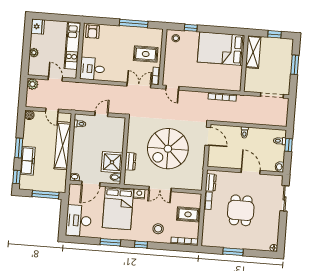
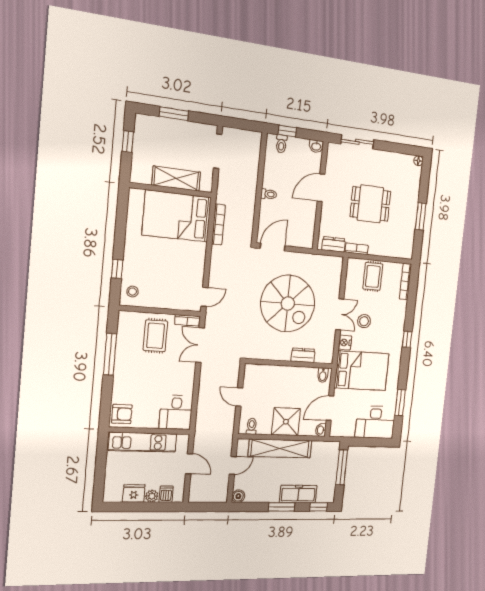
fridge: (38, 27) -> (134, 494), moved
bed: (221, 49) -> (177, 216), moved, turned 90
shelving: (253, 52) -> (176, 179), moved
dishwasher: (34, 63) -> (166, 494), added
door: (55, 79) -> (189, 464), swing flipped
plant: (33, 84) -> (196, 495), removed
shower: (112, 162) -> (286, 422), moved
door: (91, 184) -> (330, 408), swing flipped
stool: (158, 229) -> (364, 321), moved
window: (110, 242) -> (400, 403), moved

